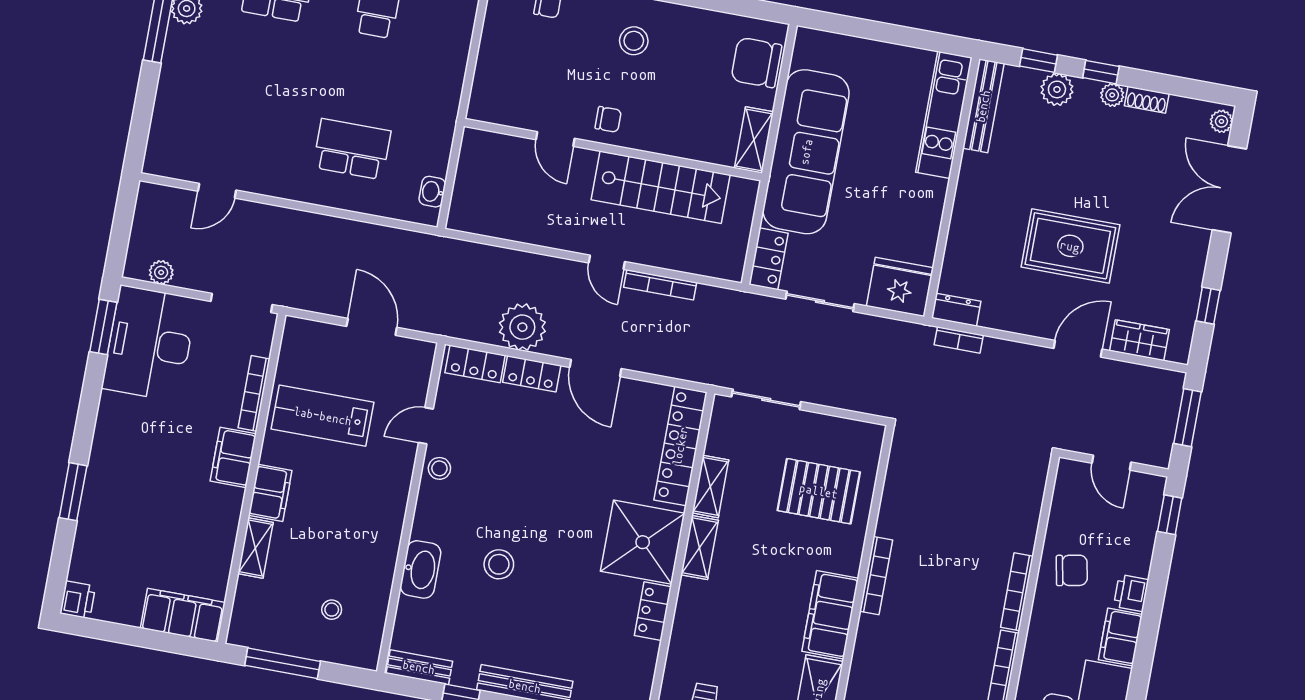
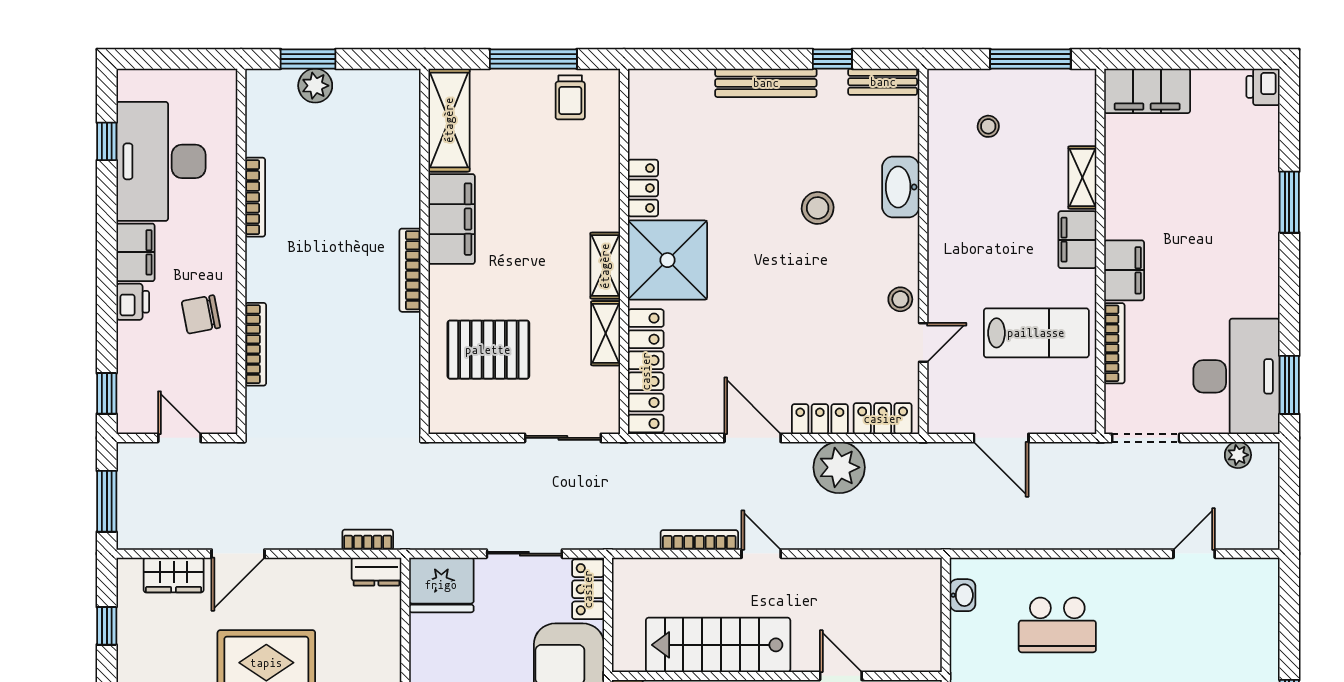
bookcase: (1017, 592) -> (256, 344), moved

